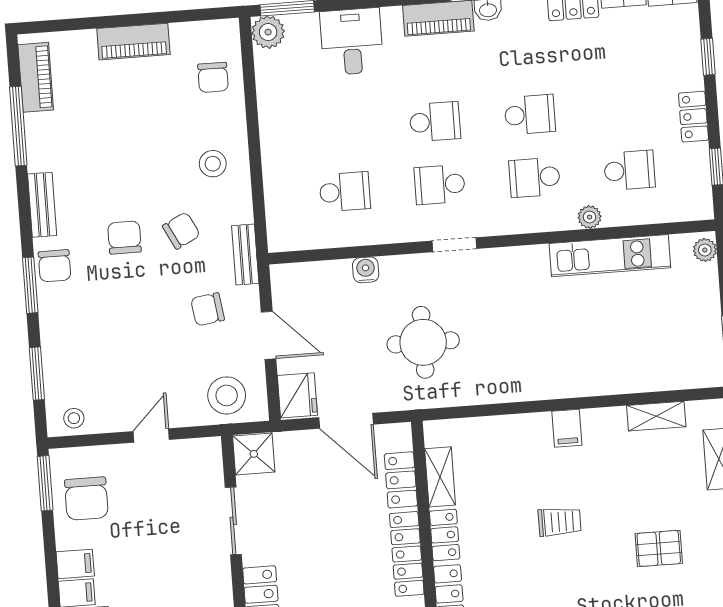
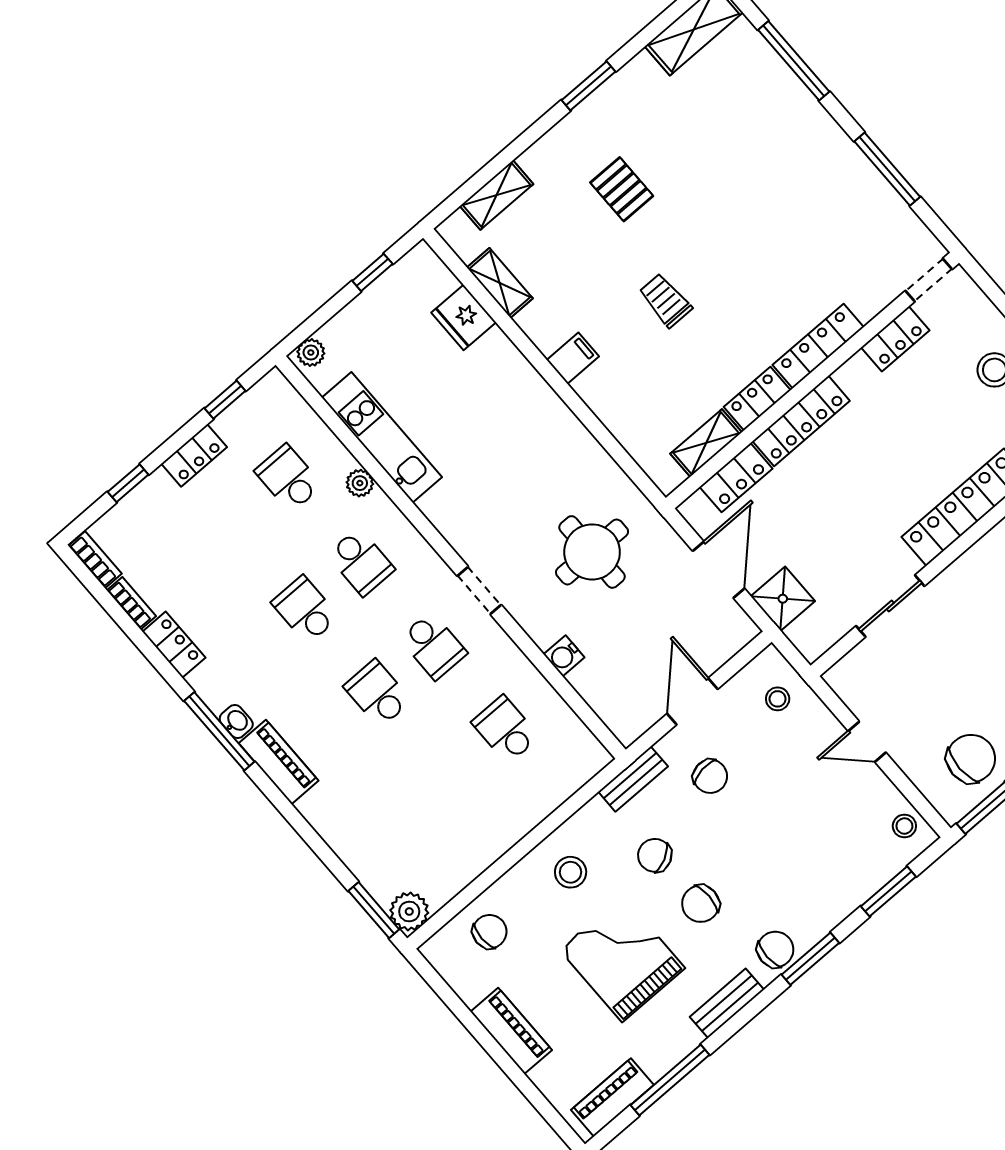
desk: (352, 42) -> (360, 827), removed
grand piano: (126, 155) -> (622, 959), added
stool: (227, 395) -> (778, 699), width x0.53, depth x0.53
fridge: (297, 395) -> (464, 318), moved, turned -90
shower: (254, 454) -> (783, 599), moved

